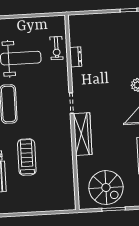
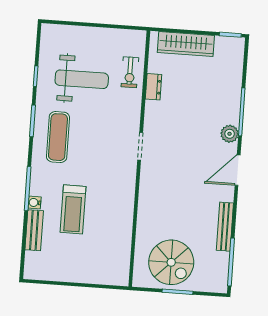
wardrobe: (83, 134) -> (186, 44), moved, turned 90
treadmill: (27, 157) -> (73, 209), turned 180

